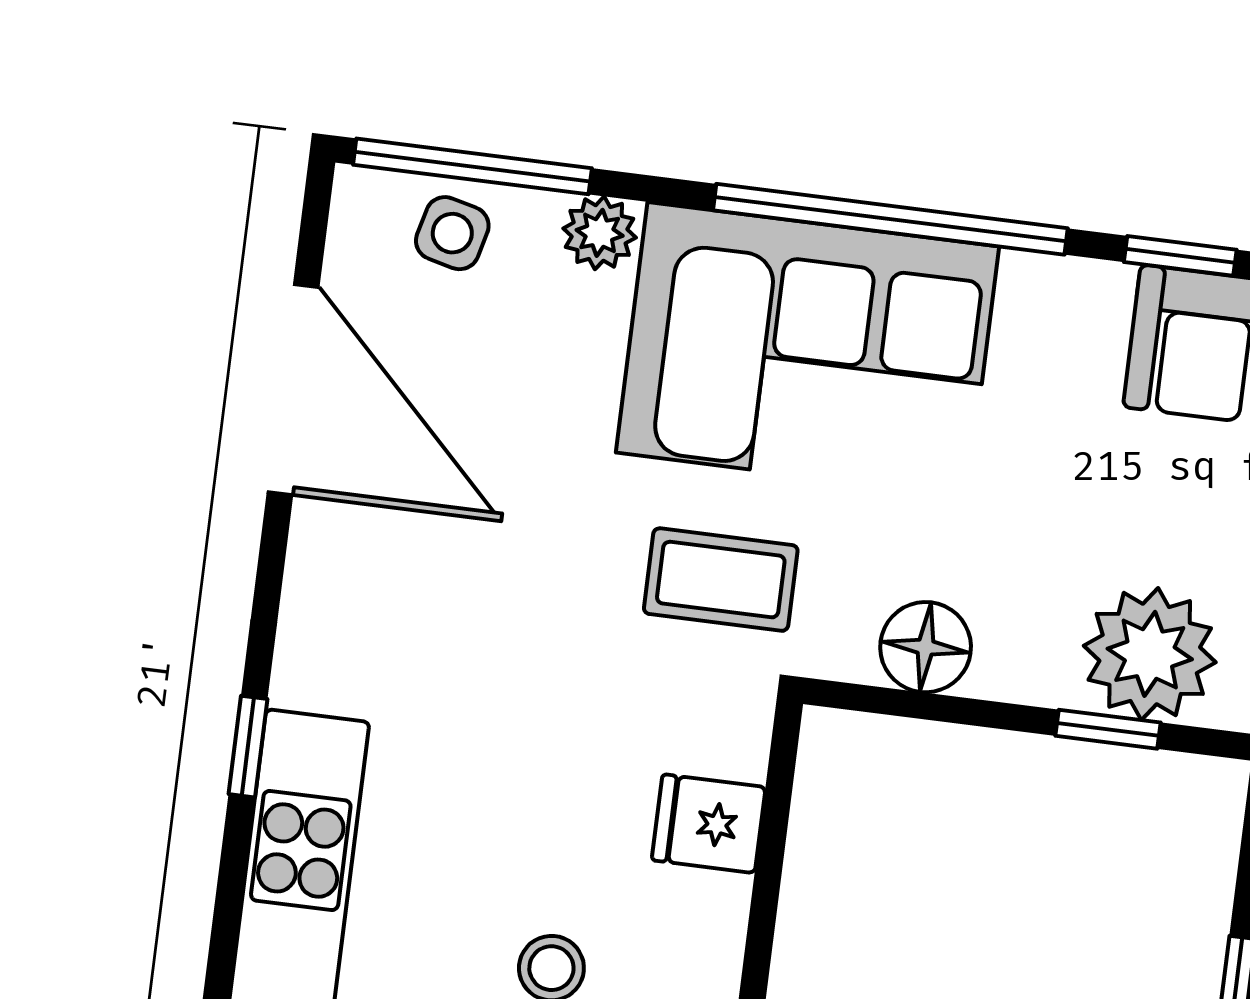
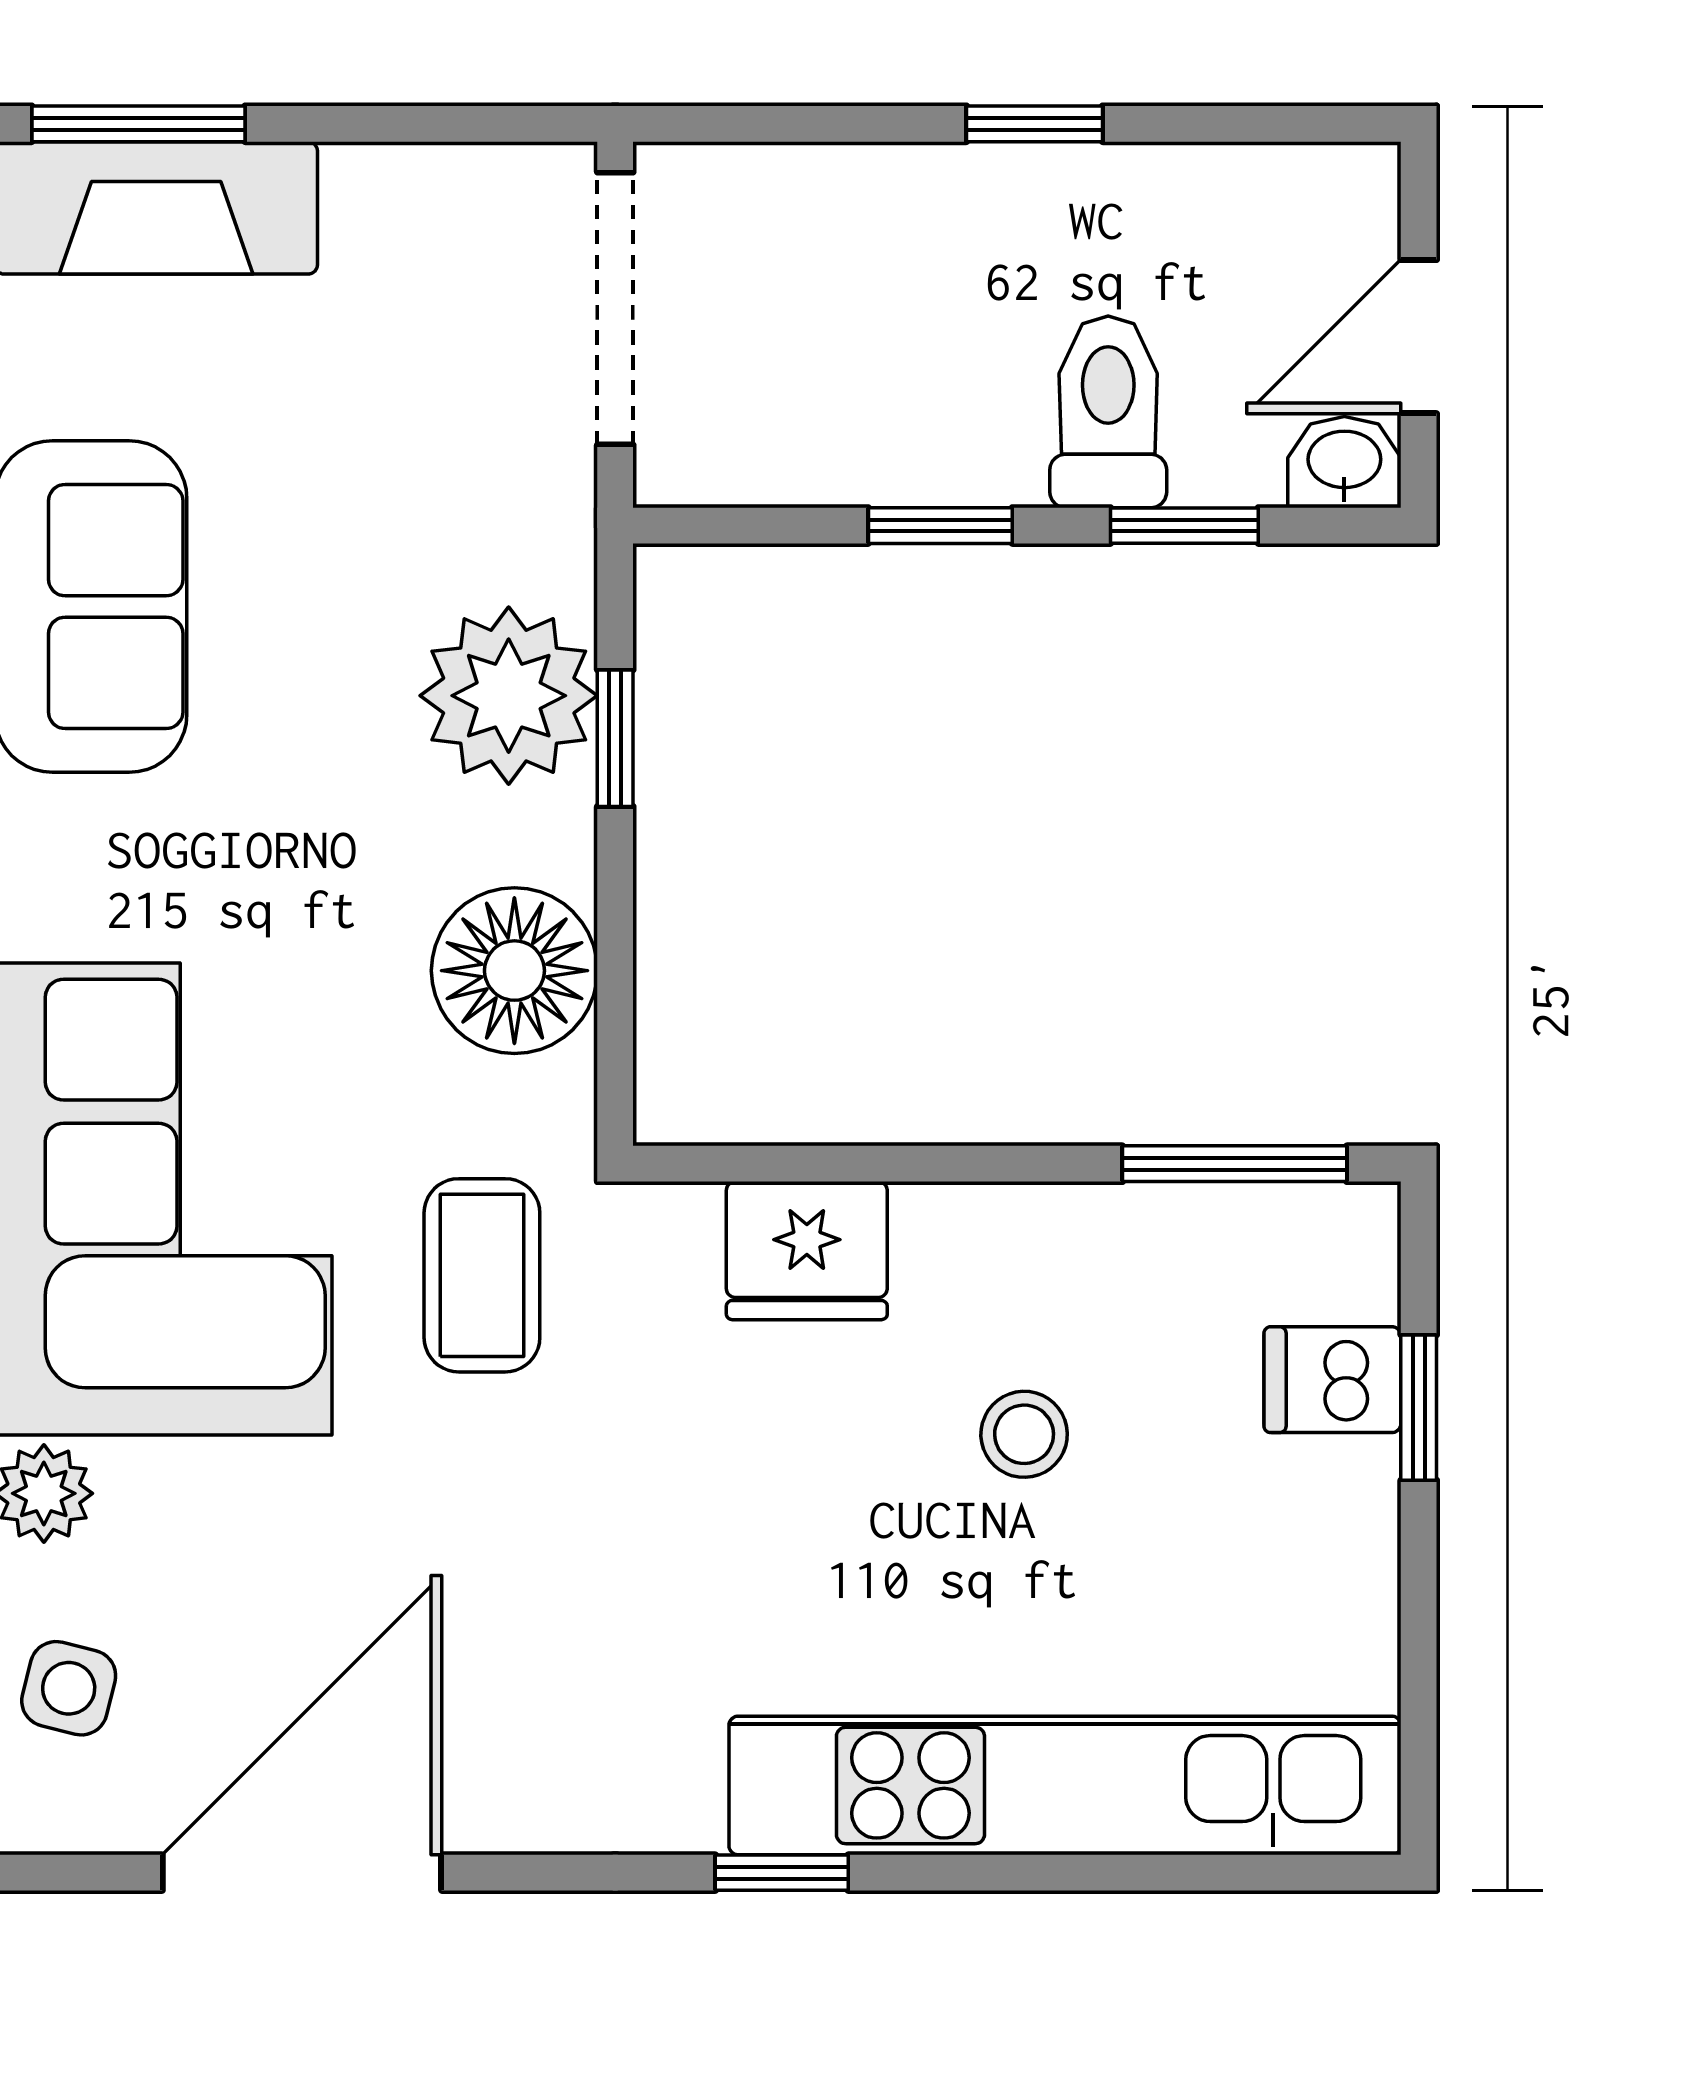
floor lamp: (926, 647) -> (514, 971), width x1.38, depth x1.38
fridge: (709, 824) -> (807, 1251), width x1.38

